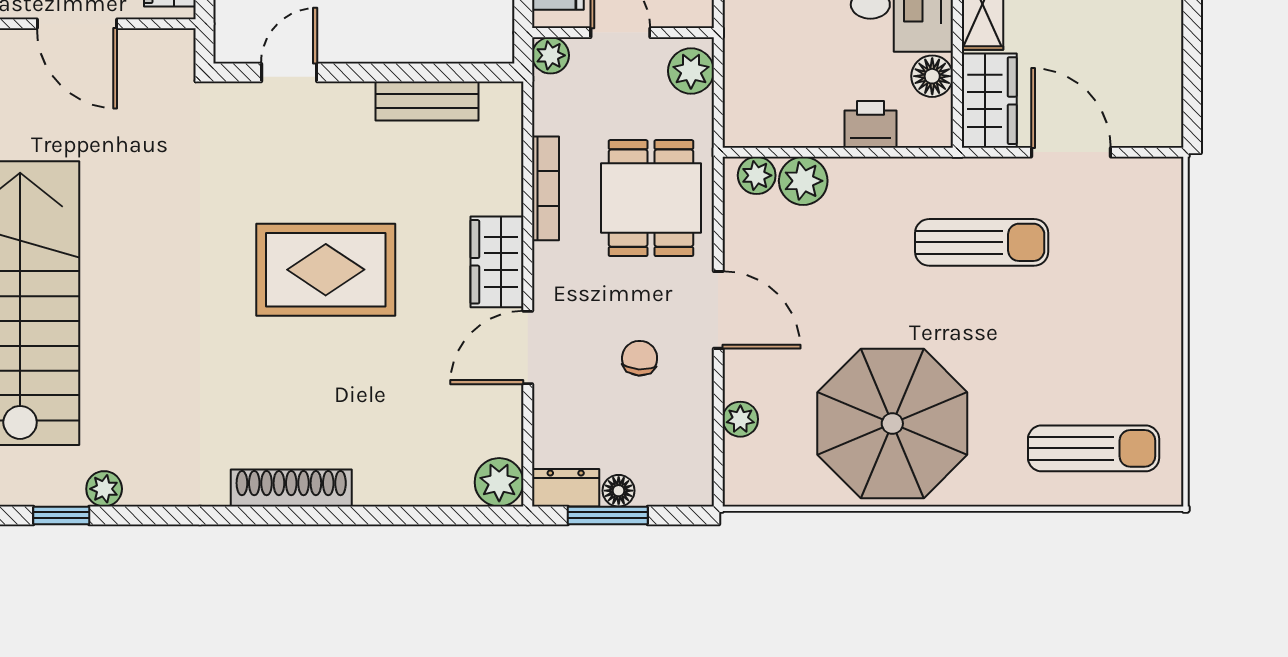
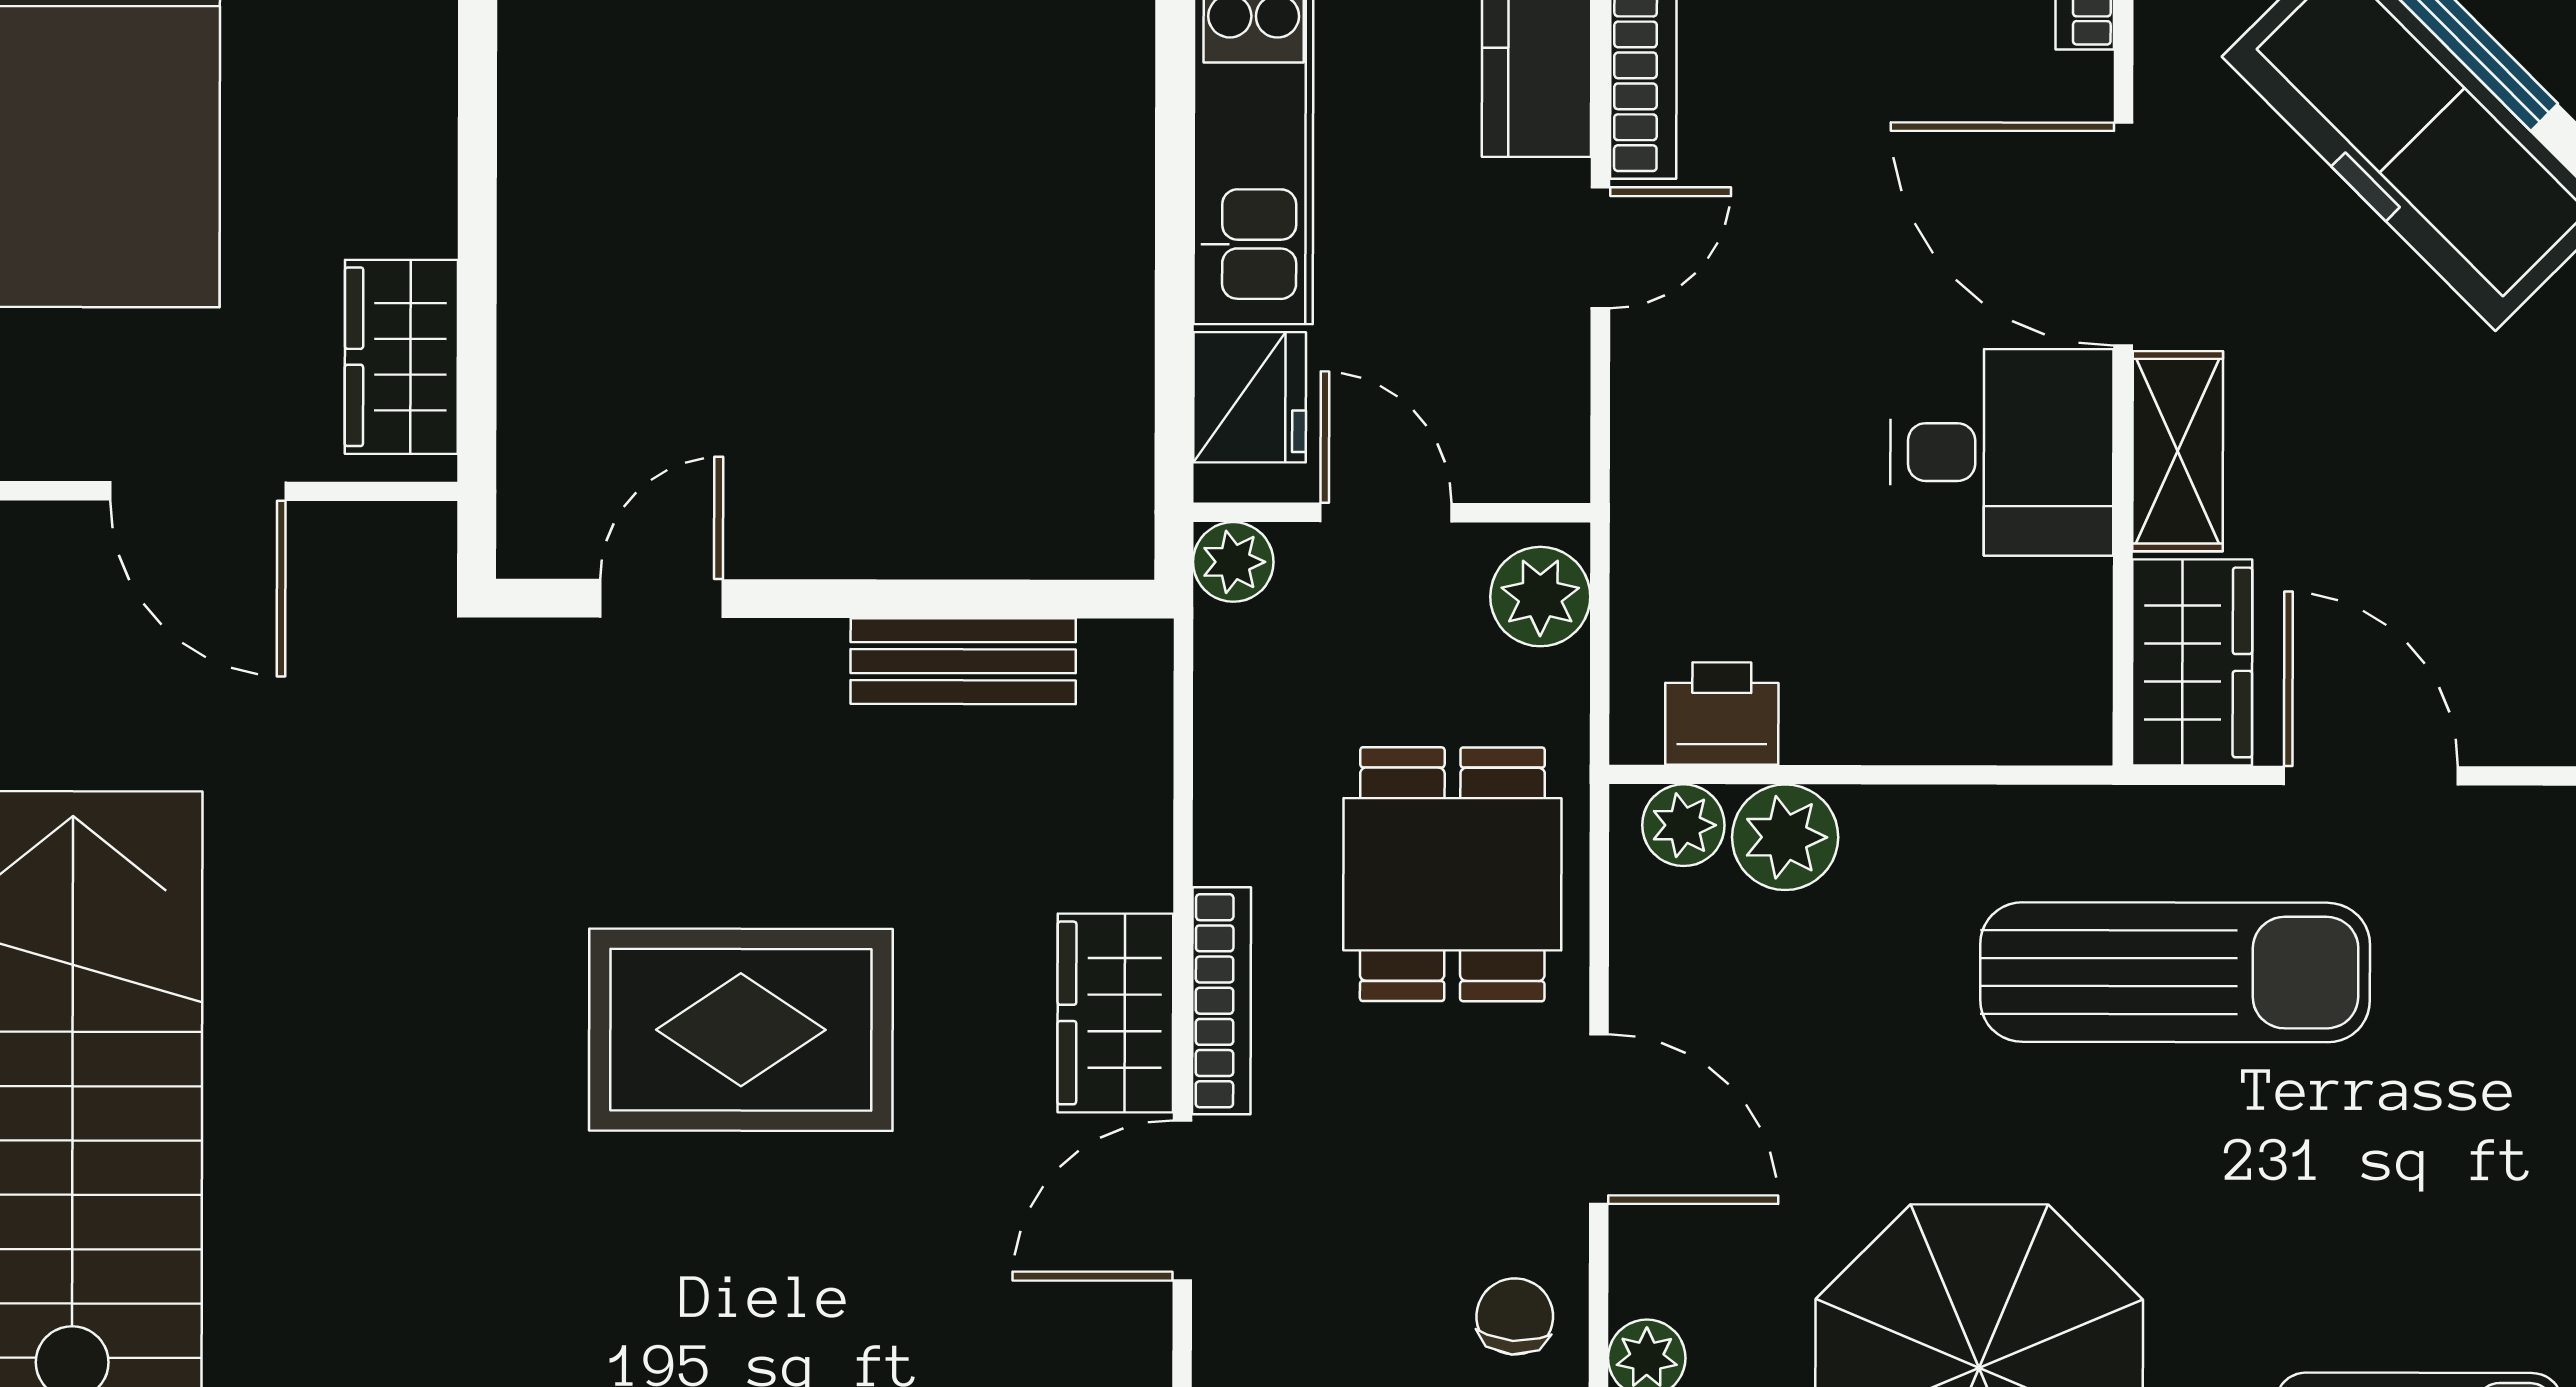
floor lamp: (932, 76) -> (2068, 609), removed
printer: (871, 124) -> (1722, 714), moved
bookcase: (546, 188) -> (1222, 1001), moved
sun lounger: (982, 242) -> (2175, 972), width x1.36, depth x1.34
chair: (640, 358) -> (1515, 1316), moved

